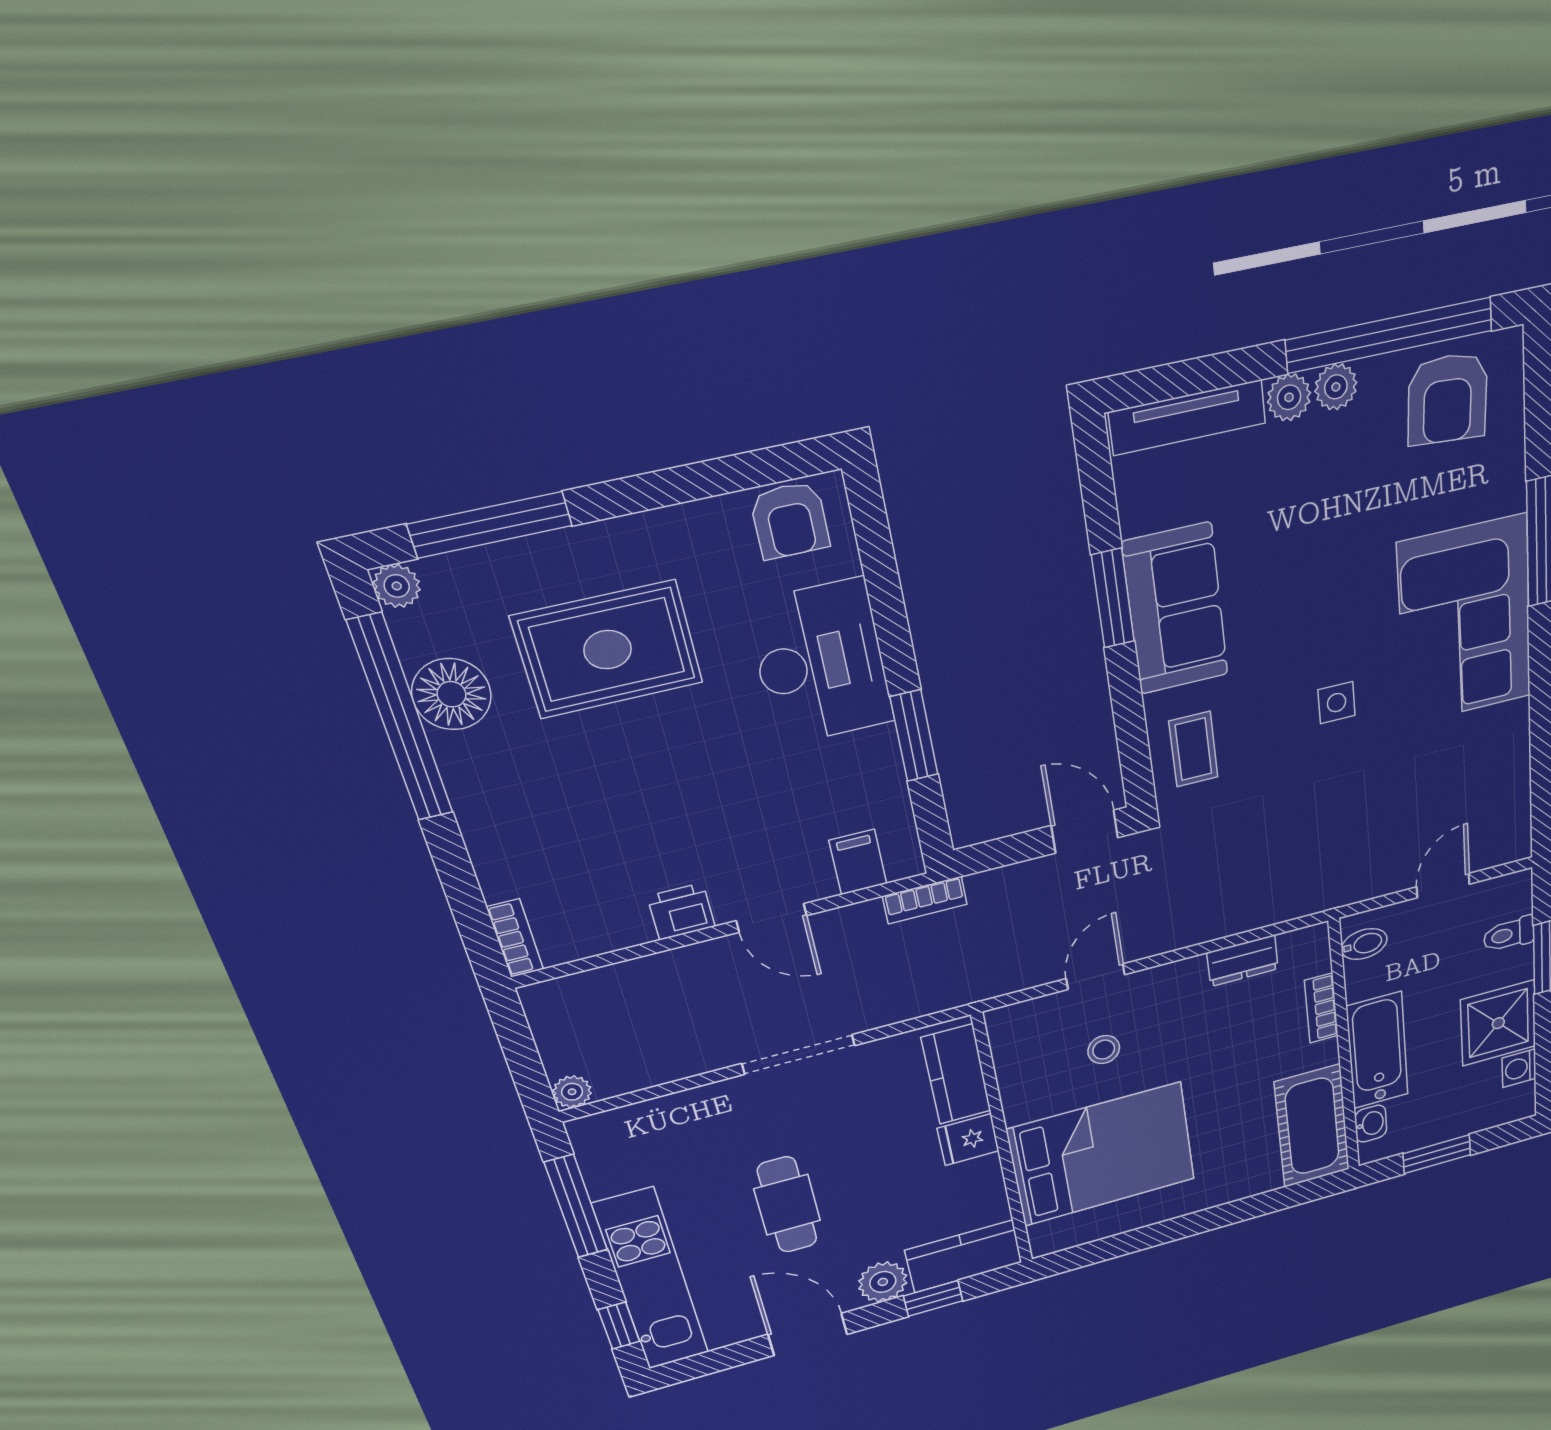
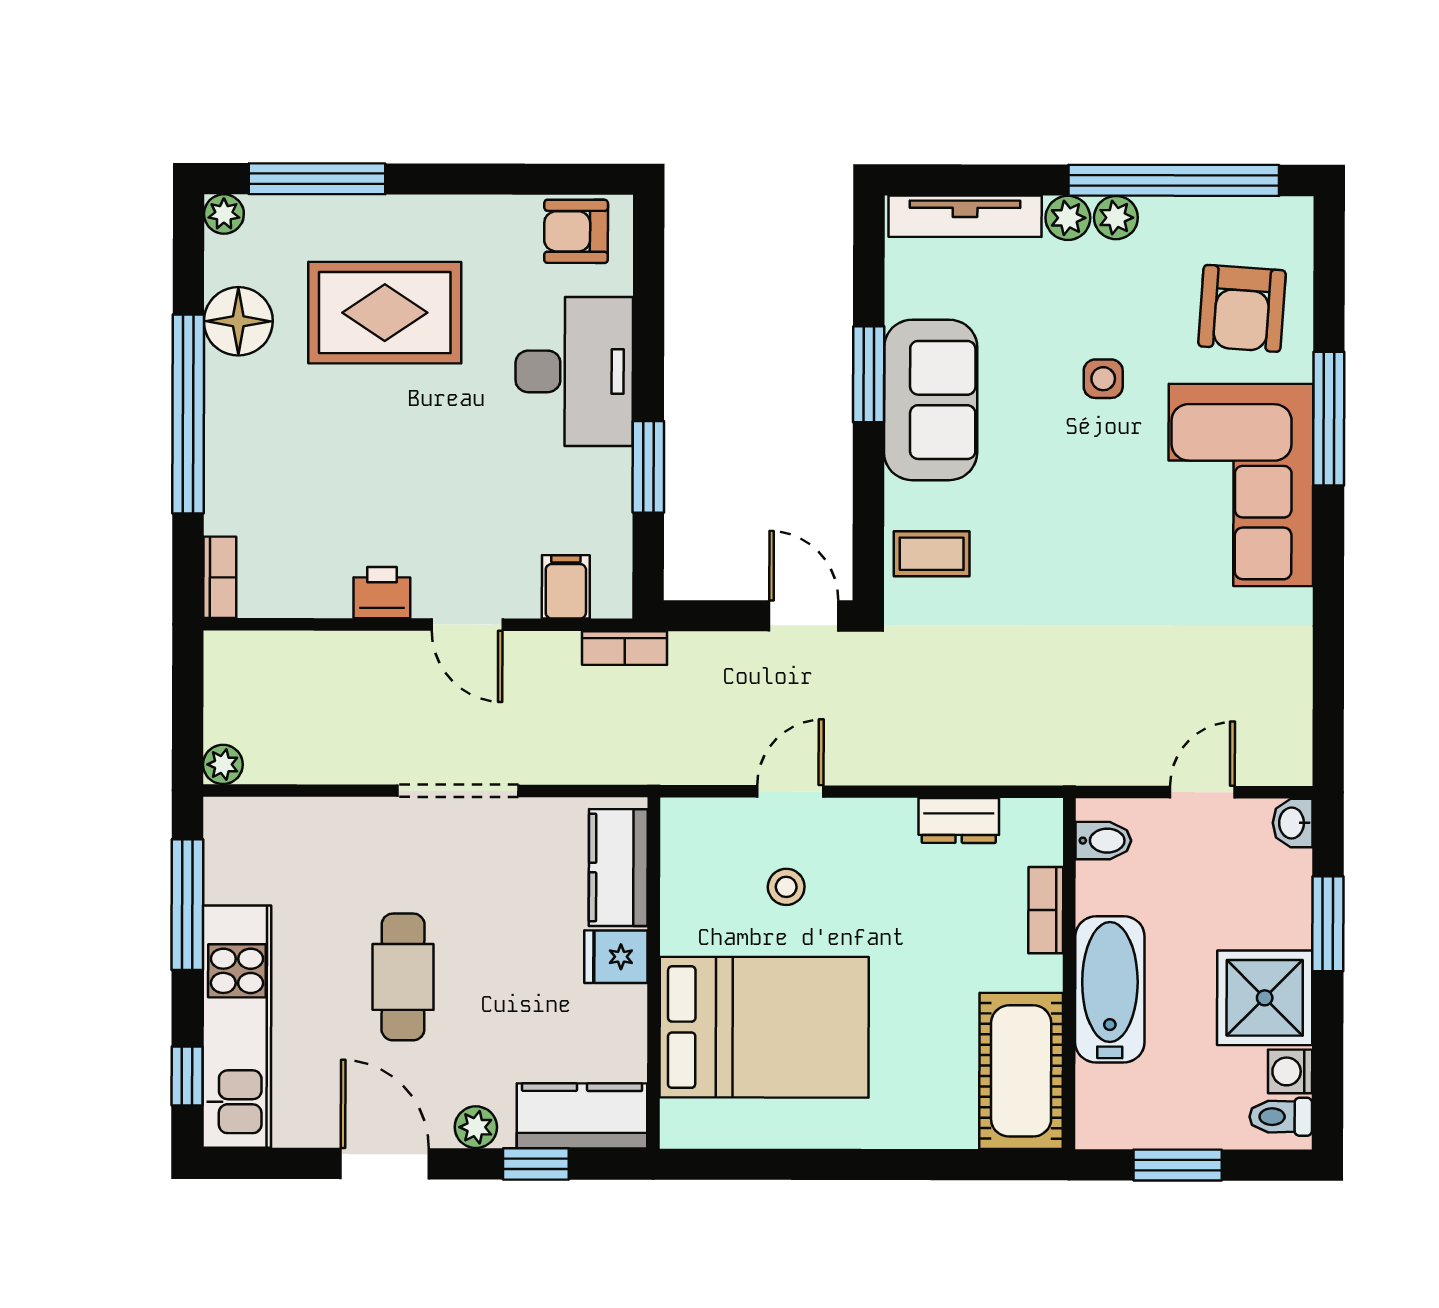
armchair: (1448, 399) -> (1242, 308), moved
armchair: (790, 520) -> (576, 231), turned 90
side table: (1337, 703) -> (1103, 379), moved
window: (401, 719) -> (188, 414), moved
coffee table: (1193, 749) -> (932, 554), turned 90
toilet: (1509, 934) -> (1281, 1117), moved
washbasin: (1371, 1124) -> (1293, 823), moved, turned 180
plant: (883, 1282) -> (476, 1127), width x0.73, depth x0.73

